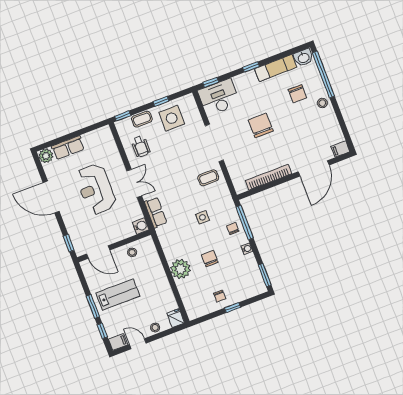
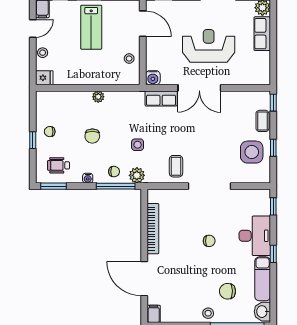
desk: (219, 97) -> (255, 236), moved
chair: (261, 126) -> (209, 241), width x0.54, depth x0.54
wheelchair: (141, 147) -> (59, 165), moved
double door: (134, 183) -> (199, 88), width x1.37
plant: (229, 208) -> (137, 175), added
door: (98, 252) -> (143, 24), swing flipped
chair: (210, 258) -> (92, 136), turned 90
plant: (180, 269) -> (98, 97), width x0.53, depth x0.53

